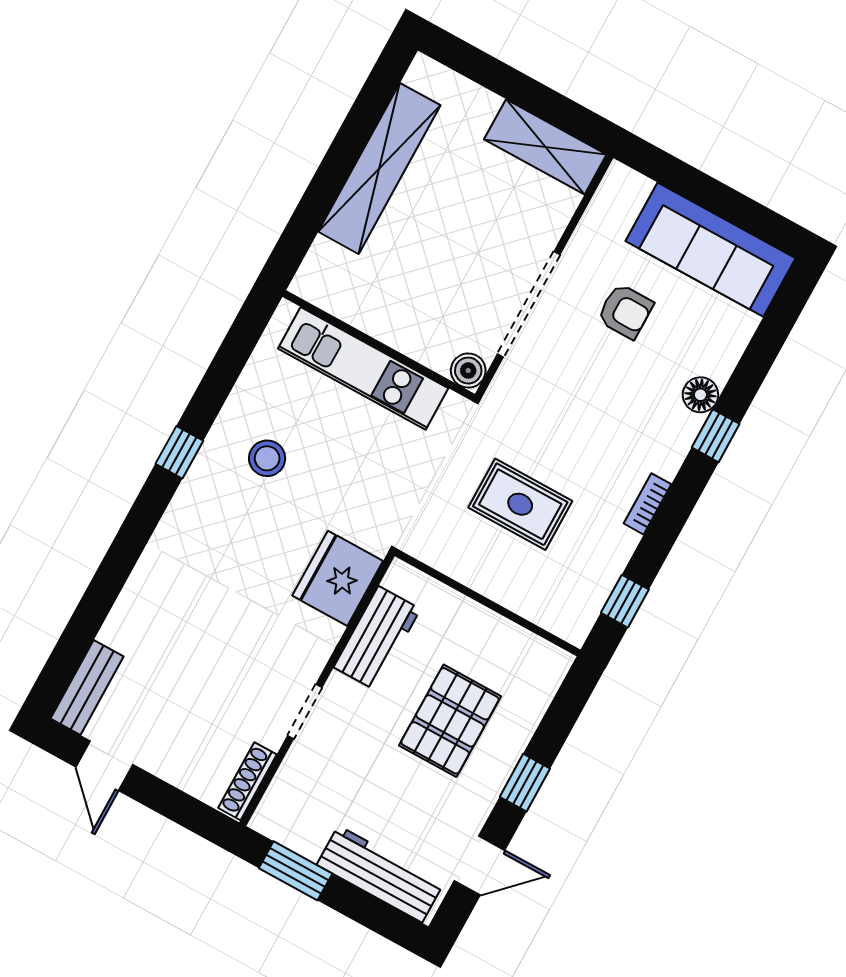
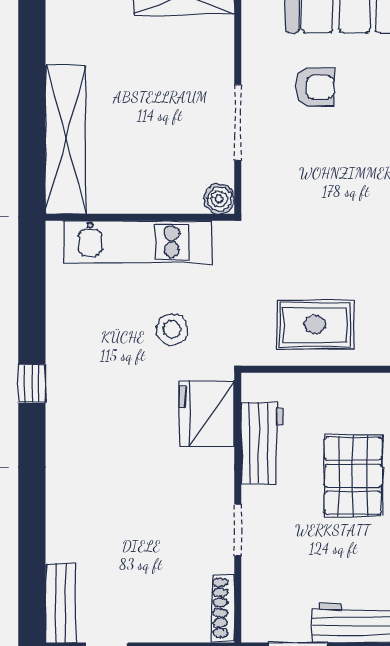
shelving: (379, 168) -> (66, 139), moved
doorway: (529, 304) -> (238, 122), width x0.73
stool: (267, 458) -> (172, 329), moved
rug: (520, 504) -> (315, 324), moved

